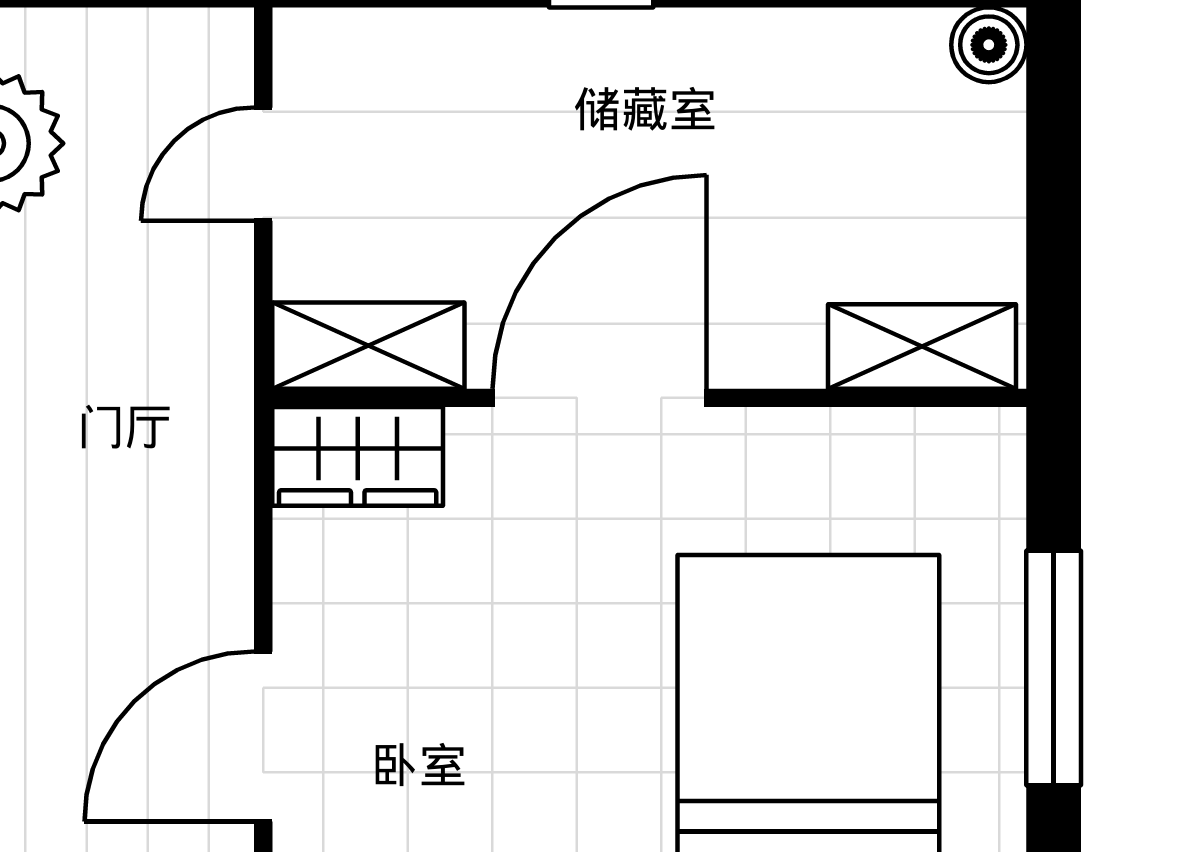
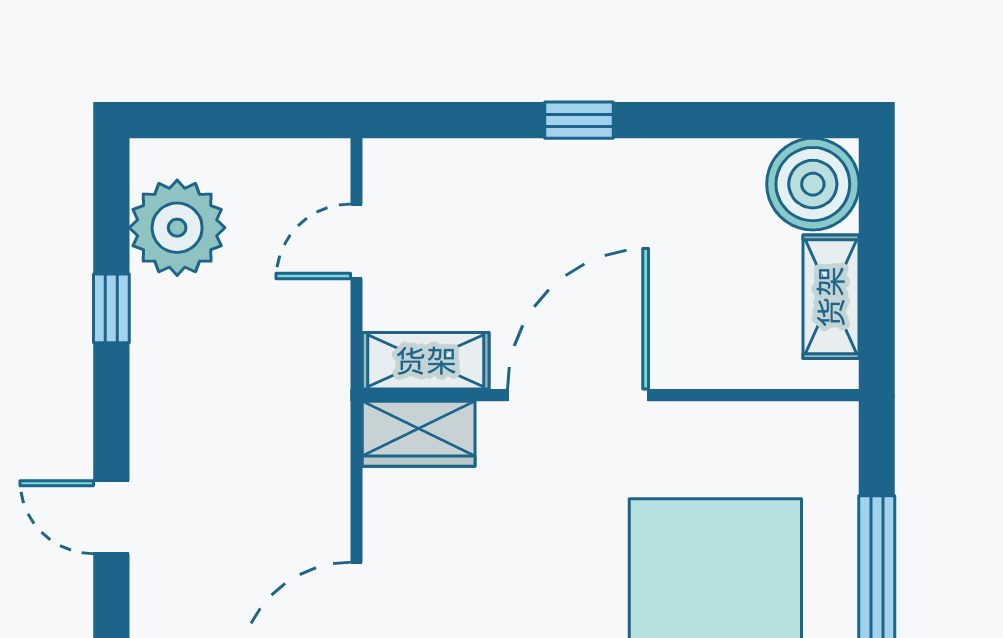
boiler: (989, 45) -> (813, 184), width x1.86, depth x1.86
shelving: (922, 347) -> (831, 297), moved, turned 90

